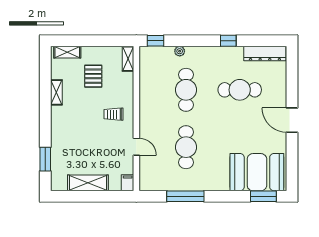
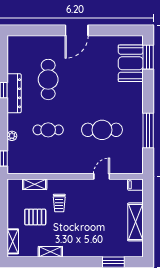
dresser: (265, 54) -> (14, 93), moved
shelving: (128, 59) -> (35, 184), moved
cafe table: (186, 90) -> (48, 130), width x0.73, depth x0.74
trolley: (113, 114) -> (59, 203), moved
booth: (257, 172) -> (131, 63), width x0.73, depth x0.70

